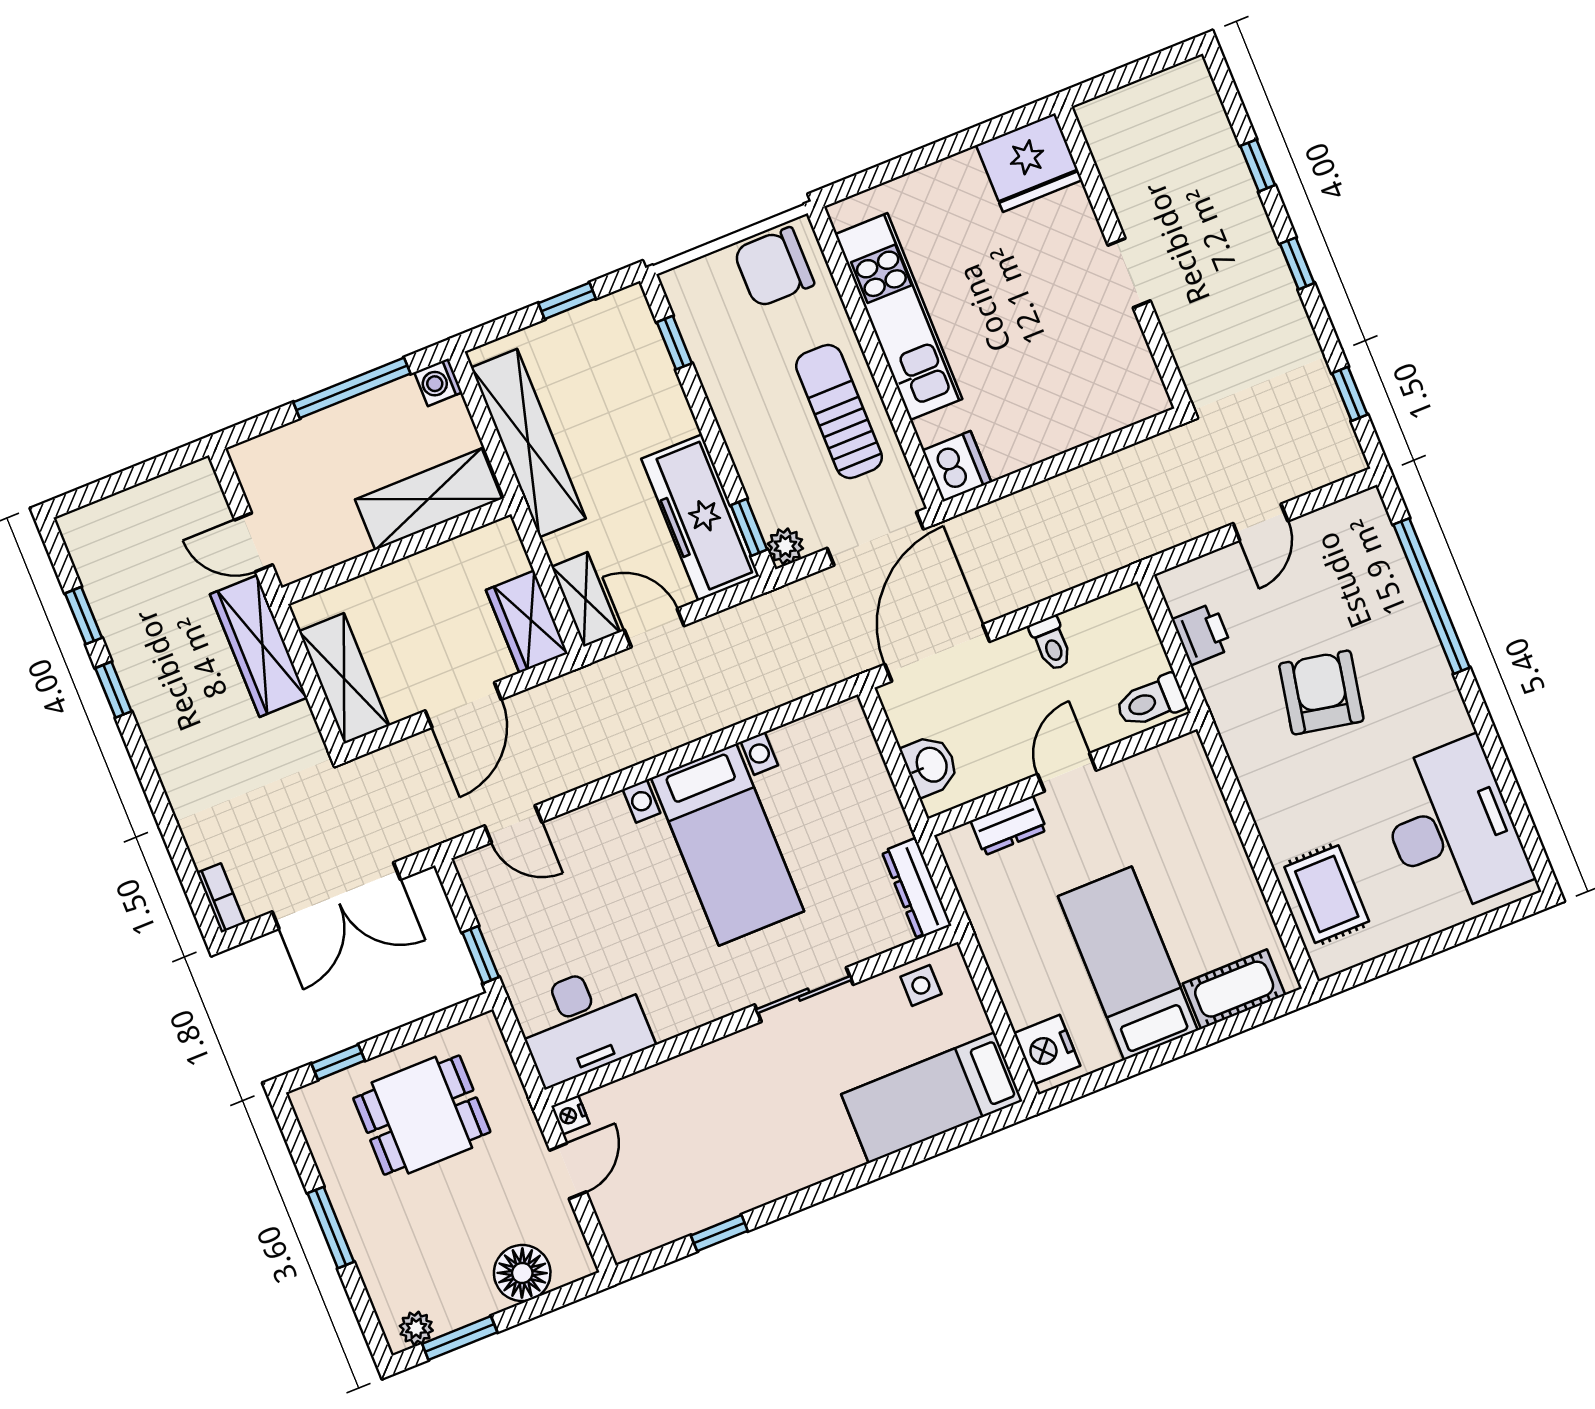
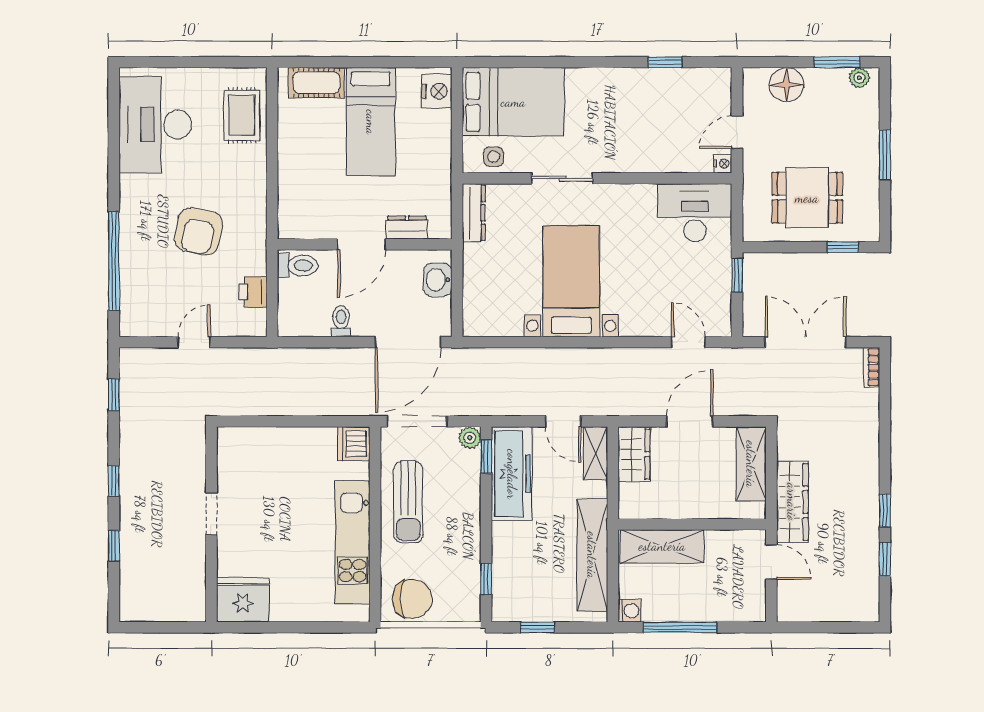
door: (1067, 772) -> (362, 244), width x1.38
bed: (932, 1098) -> (513, 102), width x1.50

